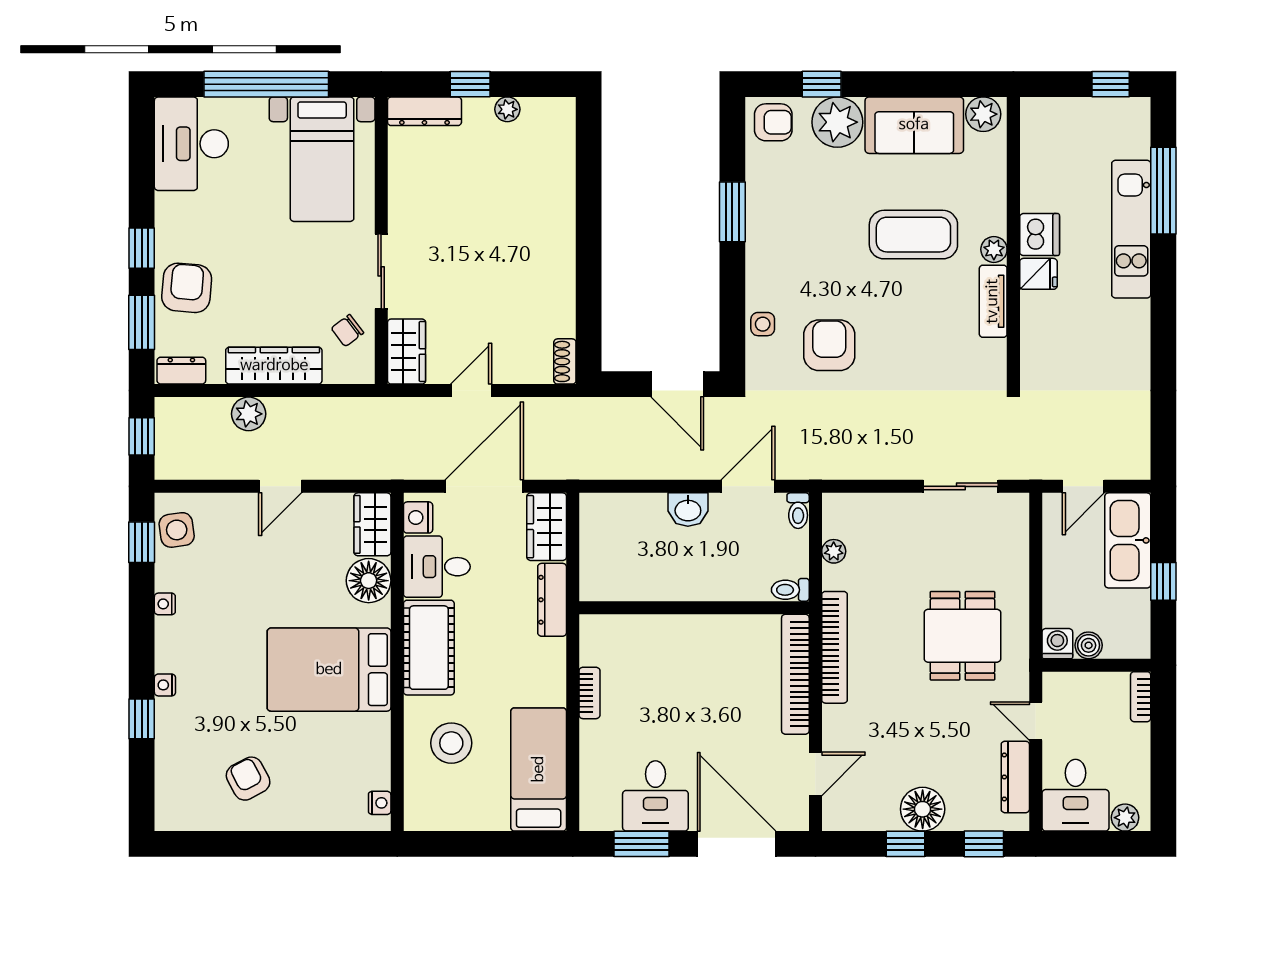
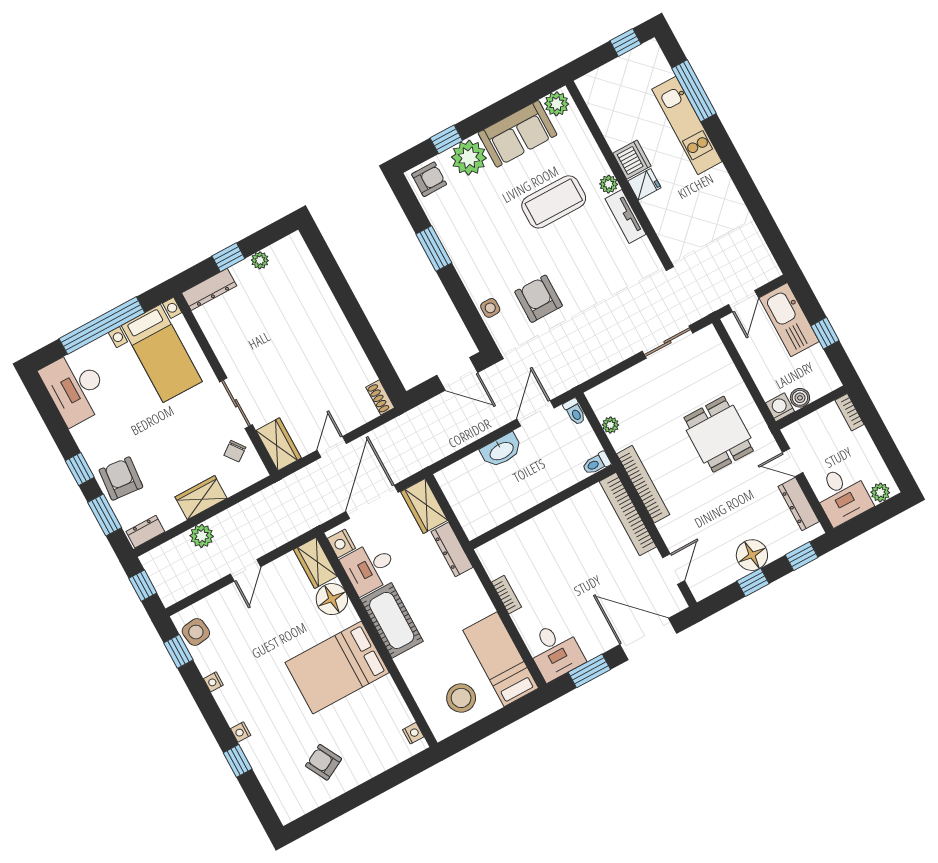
wardrobe: (274, 366) -> (201, 498), width x0.67
washbasin: (688, 510) -> (501, 451), width x1.38
stool: (451, 743) -> (461, 698), moved
desk: (655, 796) -> (555, 651), moved

